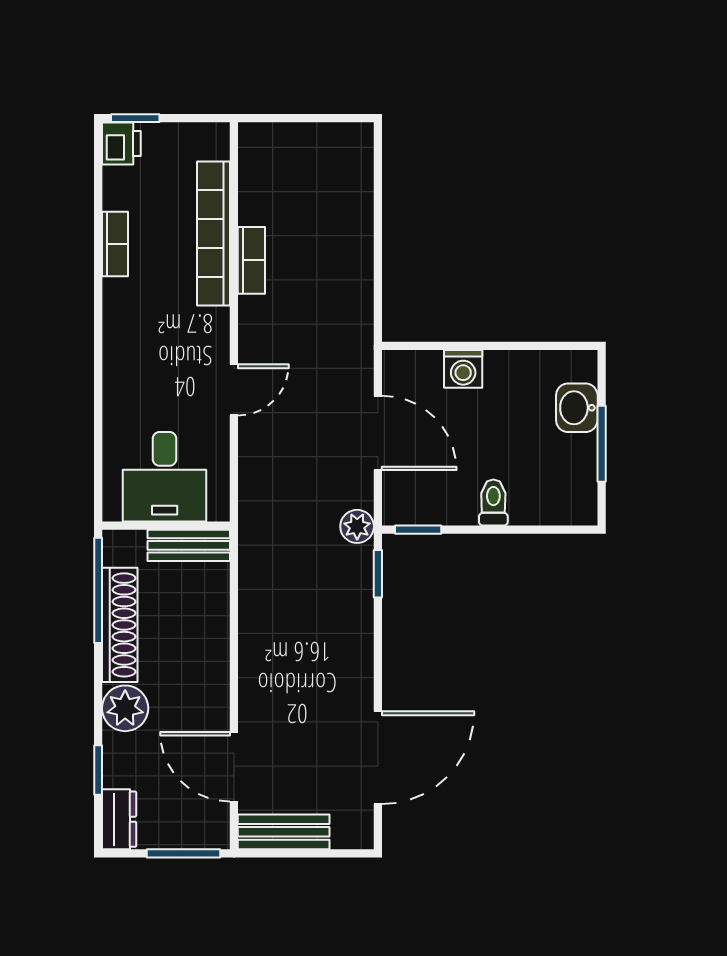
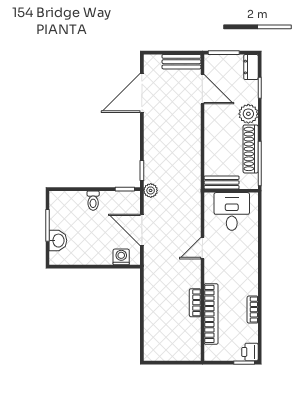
washing machine: (463, 369) -> (121, 257), moved

